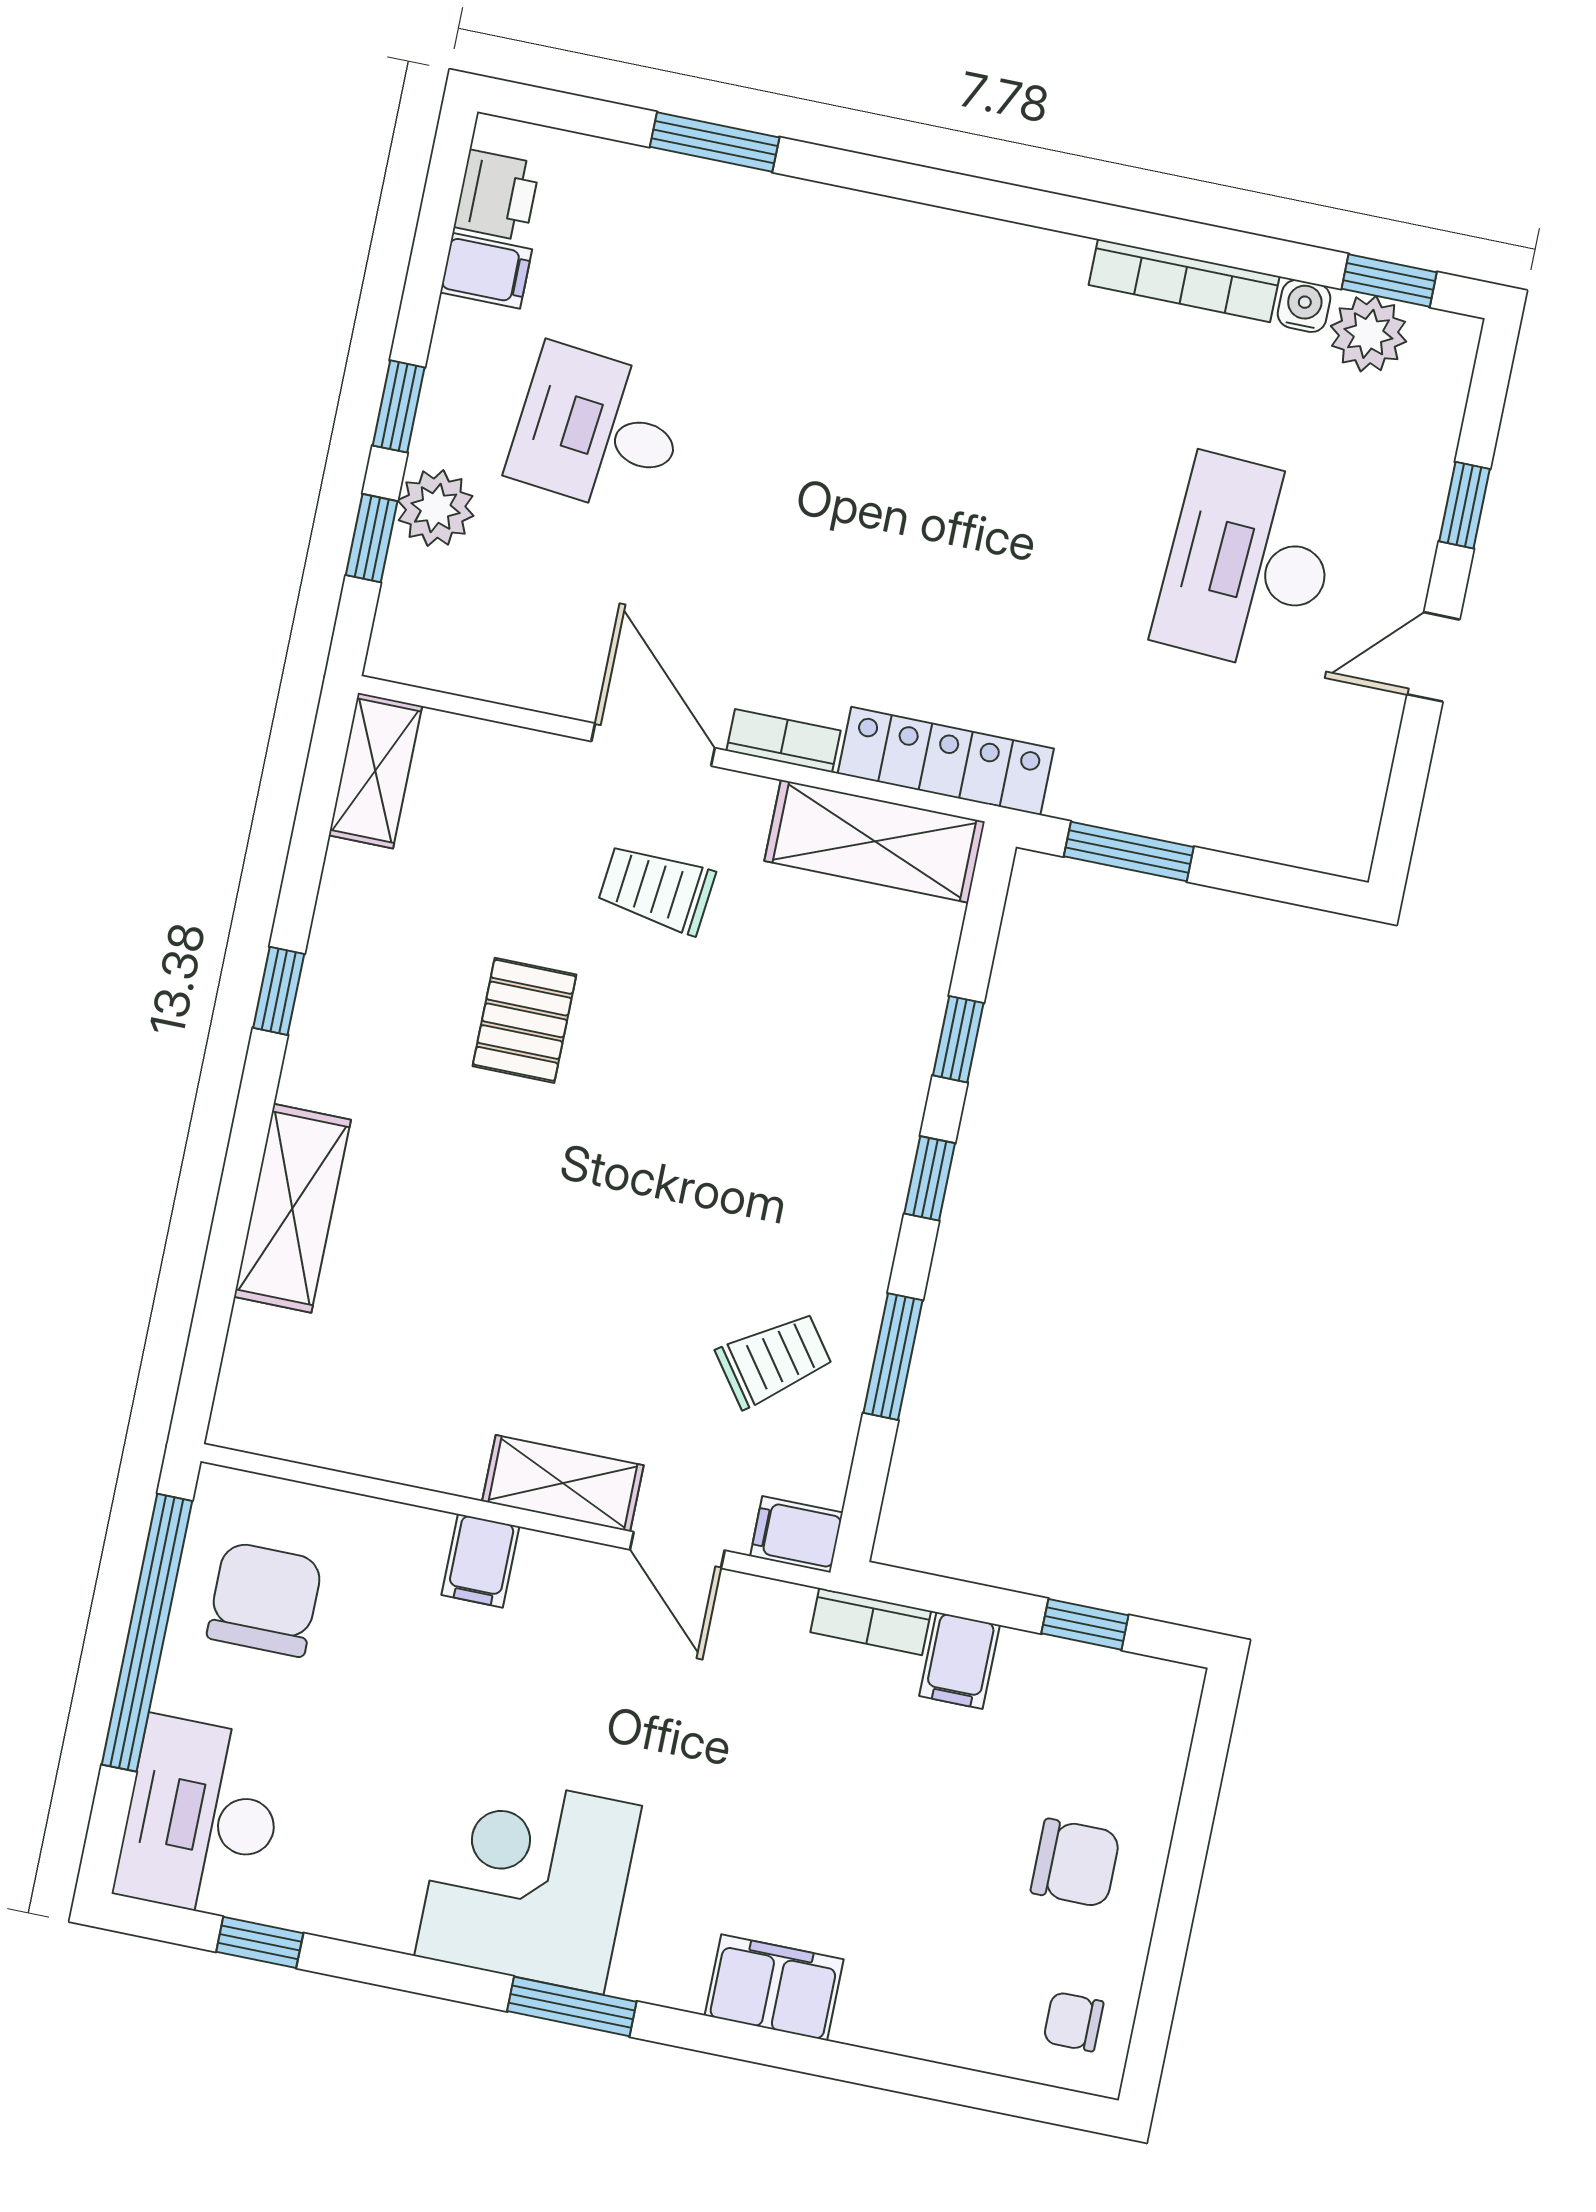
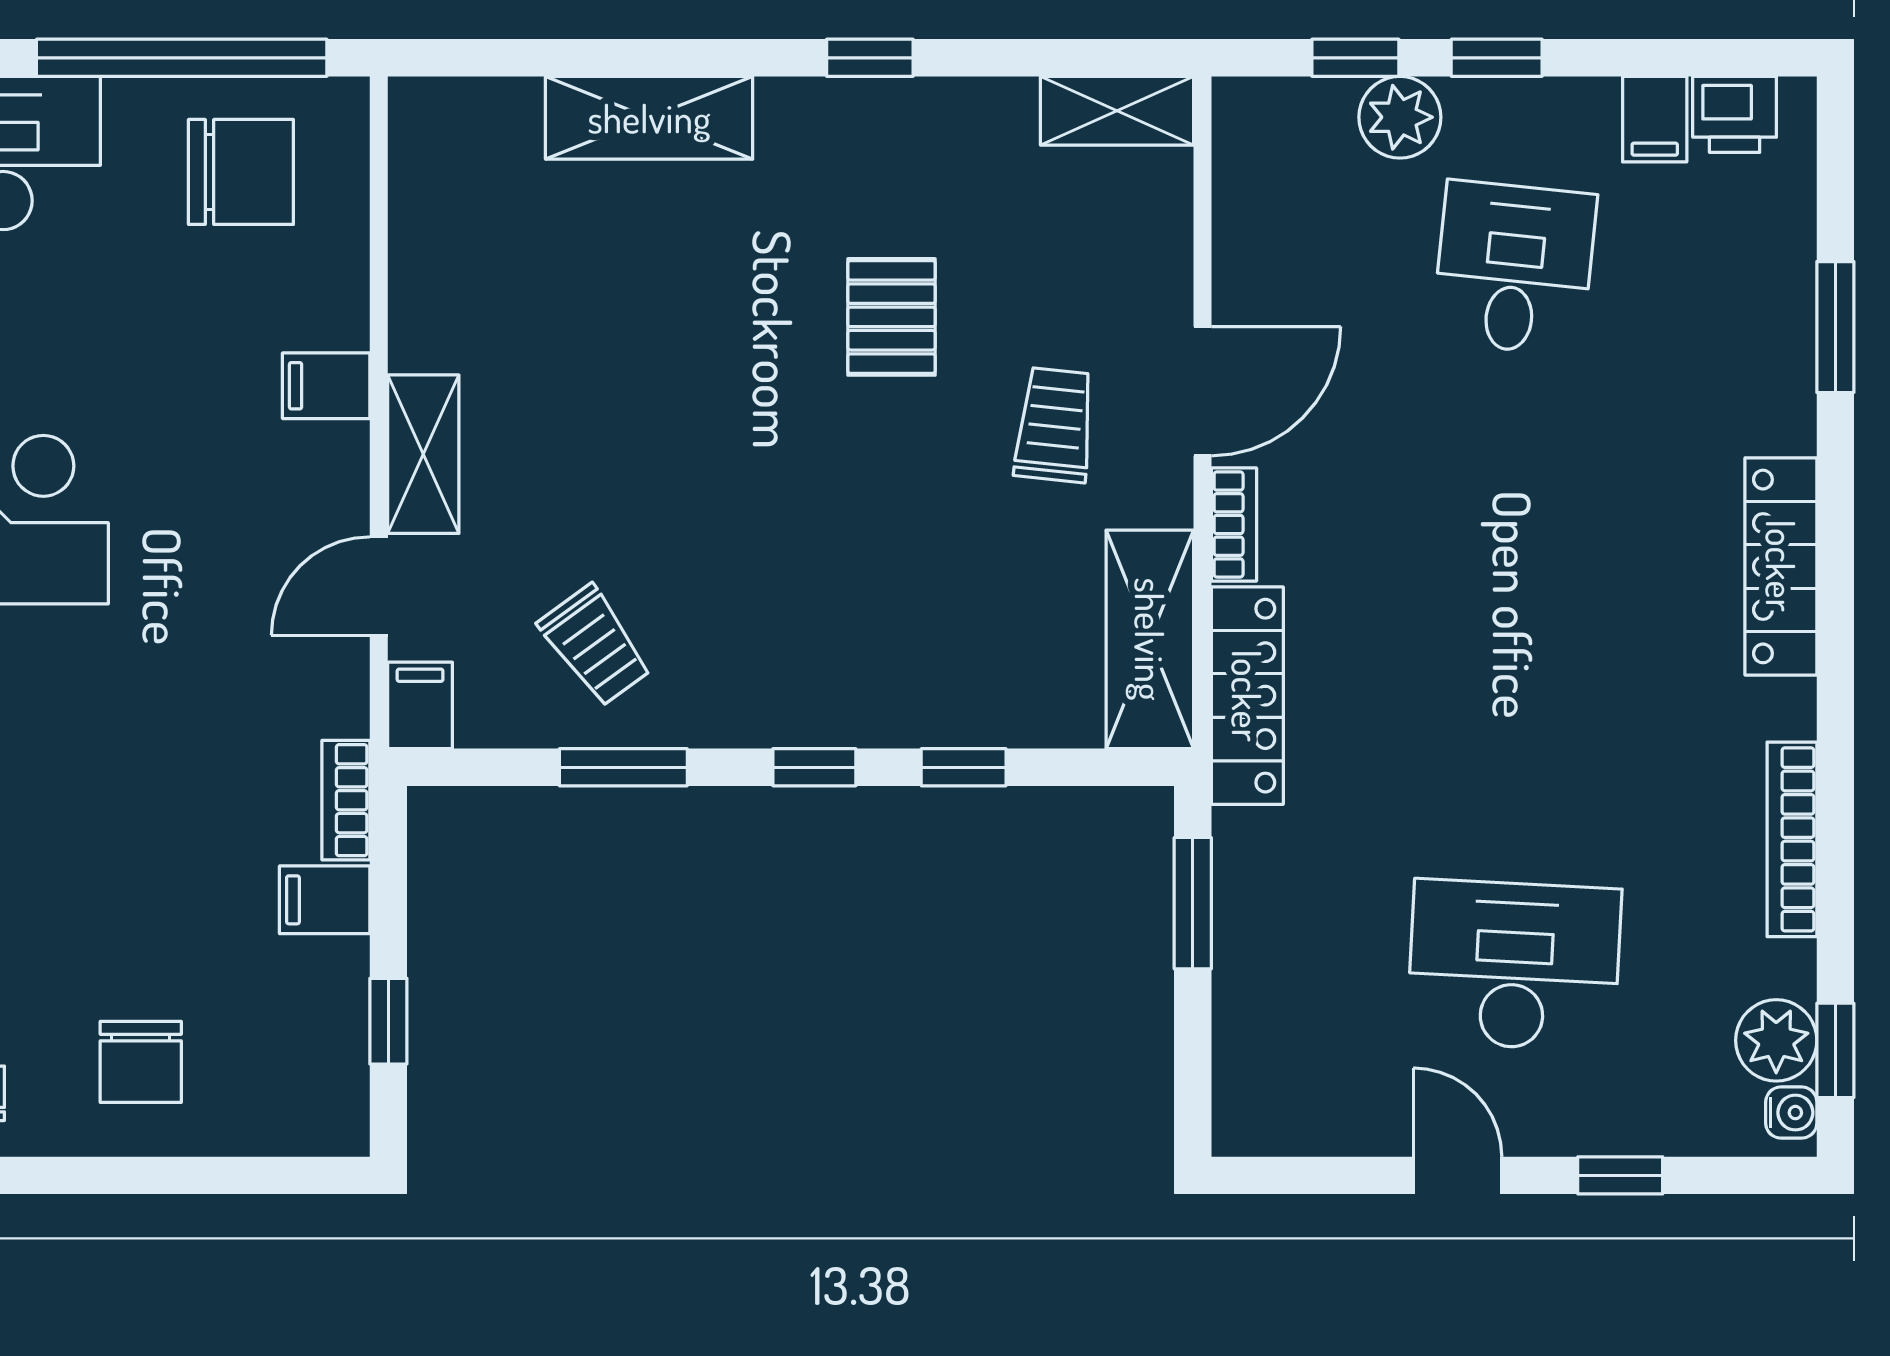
locker: (927, 239) -> (1781, 566), added
water cooler: (1304, 306) -> (1791, 1113), moved
pallet: (524, 1020) -> (891, 317), turned 90

